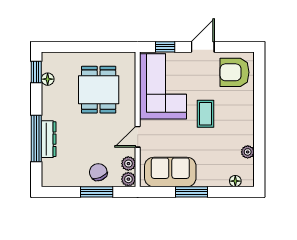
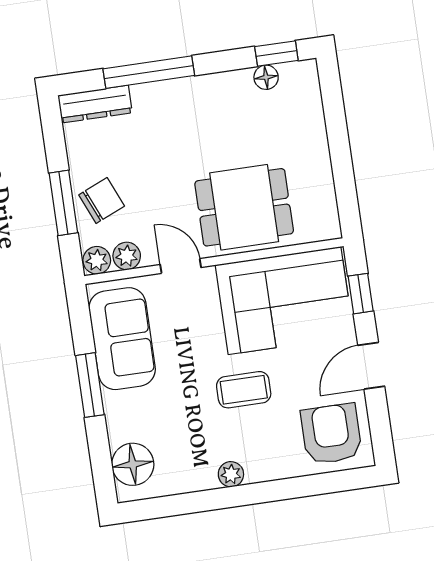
door: (203, 47) -> (371, 366), swing flipped
dining table: (99, 90) -> (244, 207), moved
dresser: (49, 139) -> (95, 104), moved
plant: (248, 152) -> (231, 474), moved
floor lamp: (235, 181) -> (133, 464), width x1.89, depth x1.89

